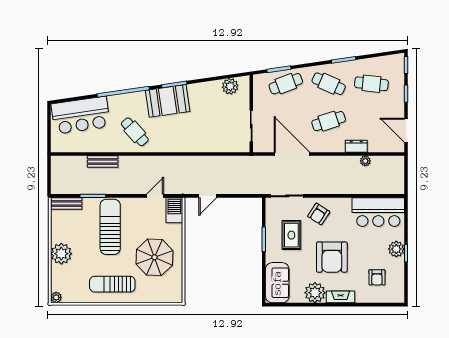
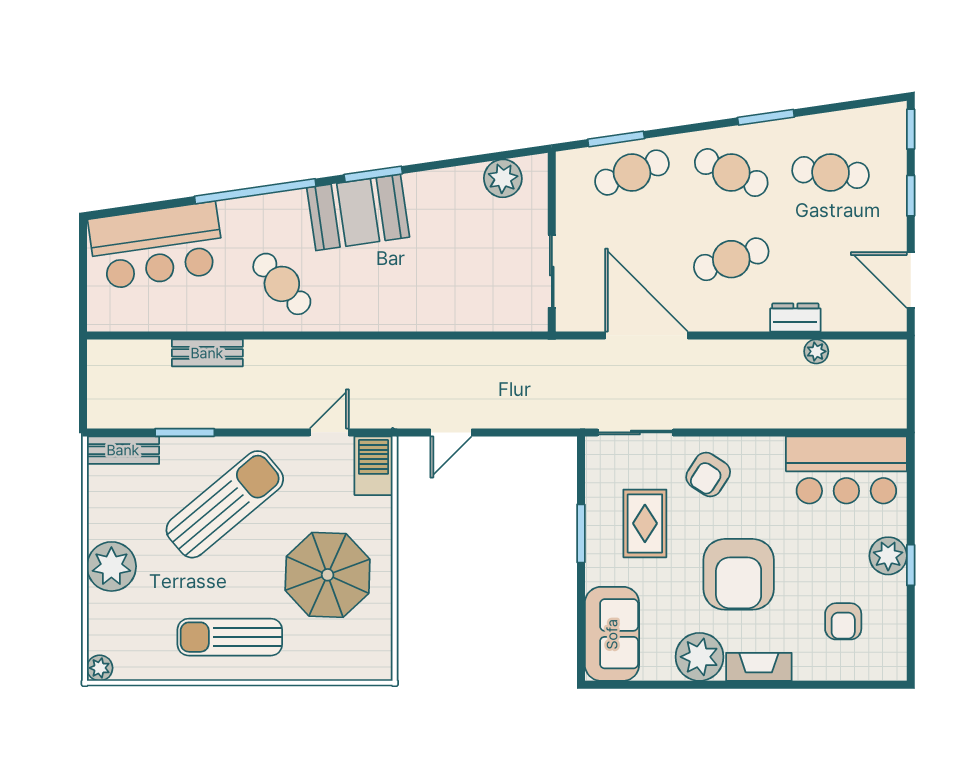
sun lounger: (110, 227) -> (225, 504), turned 50

